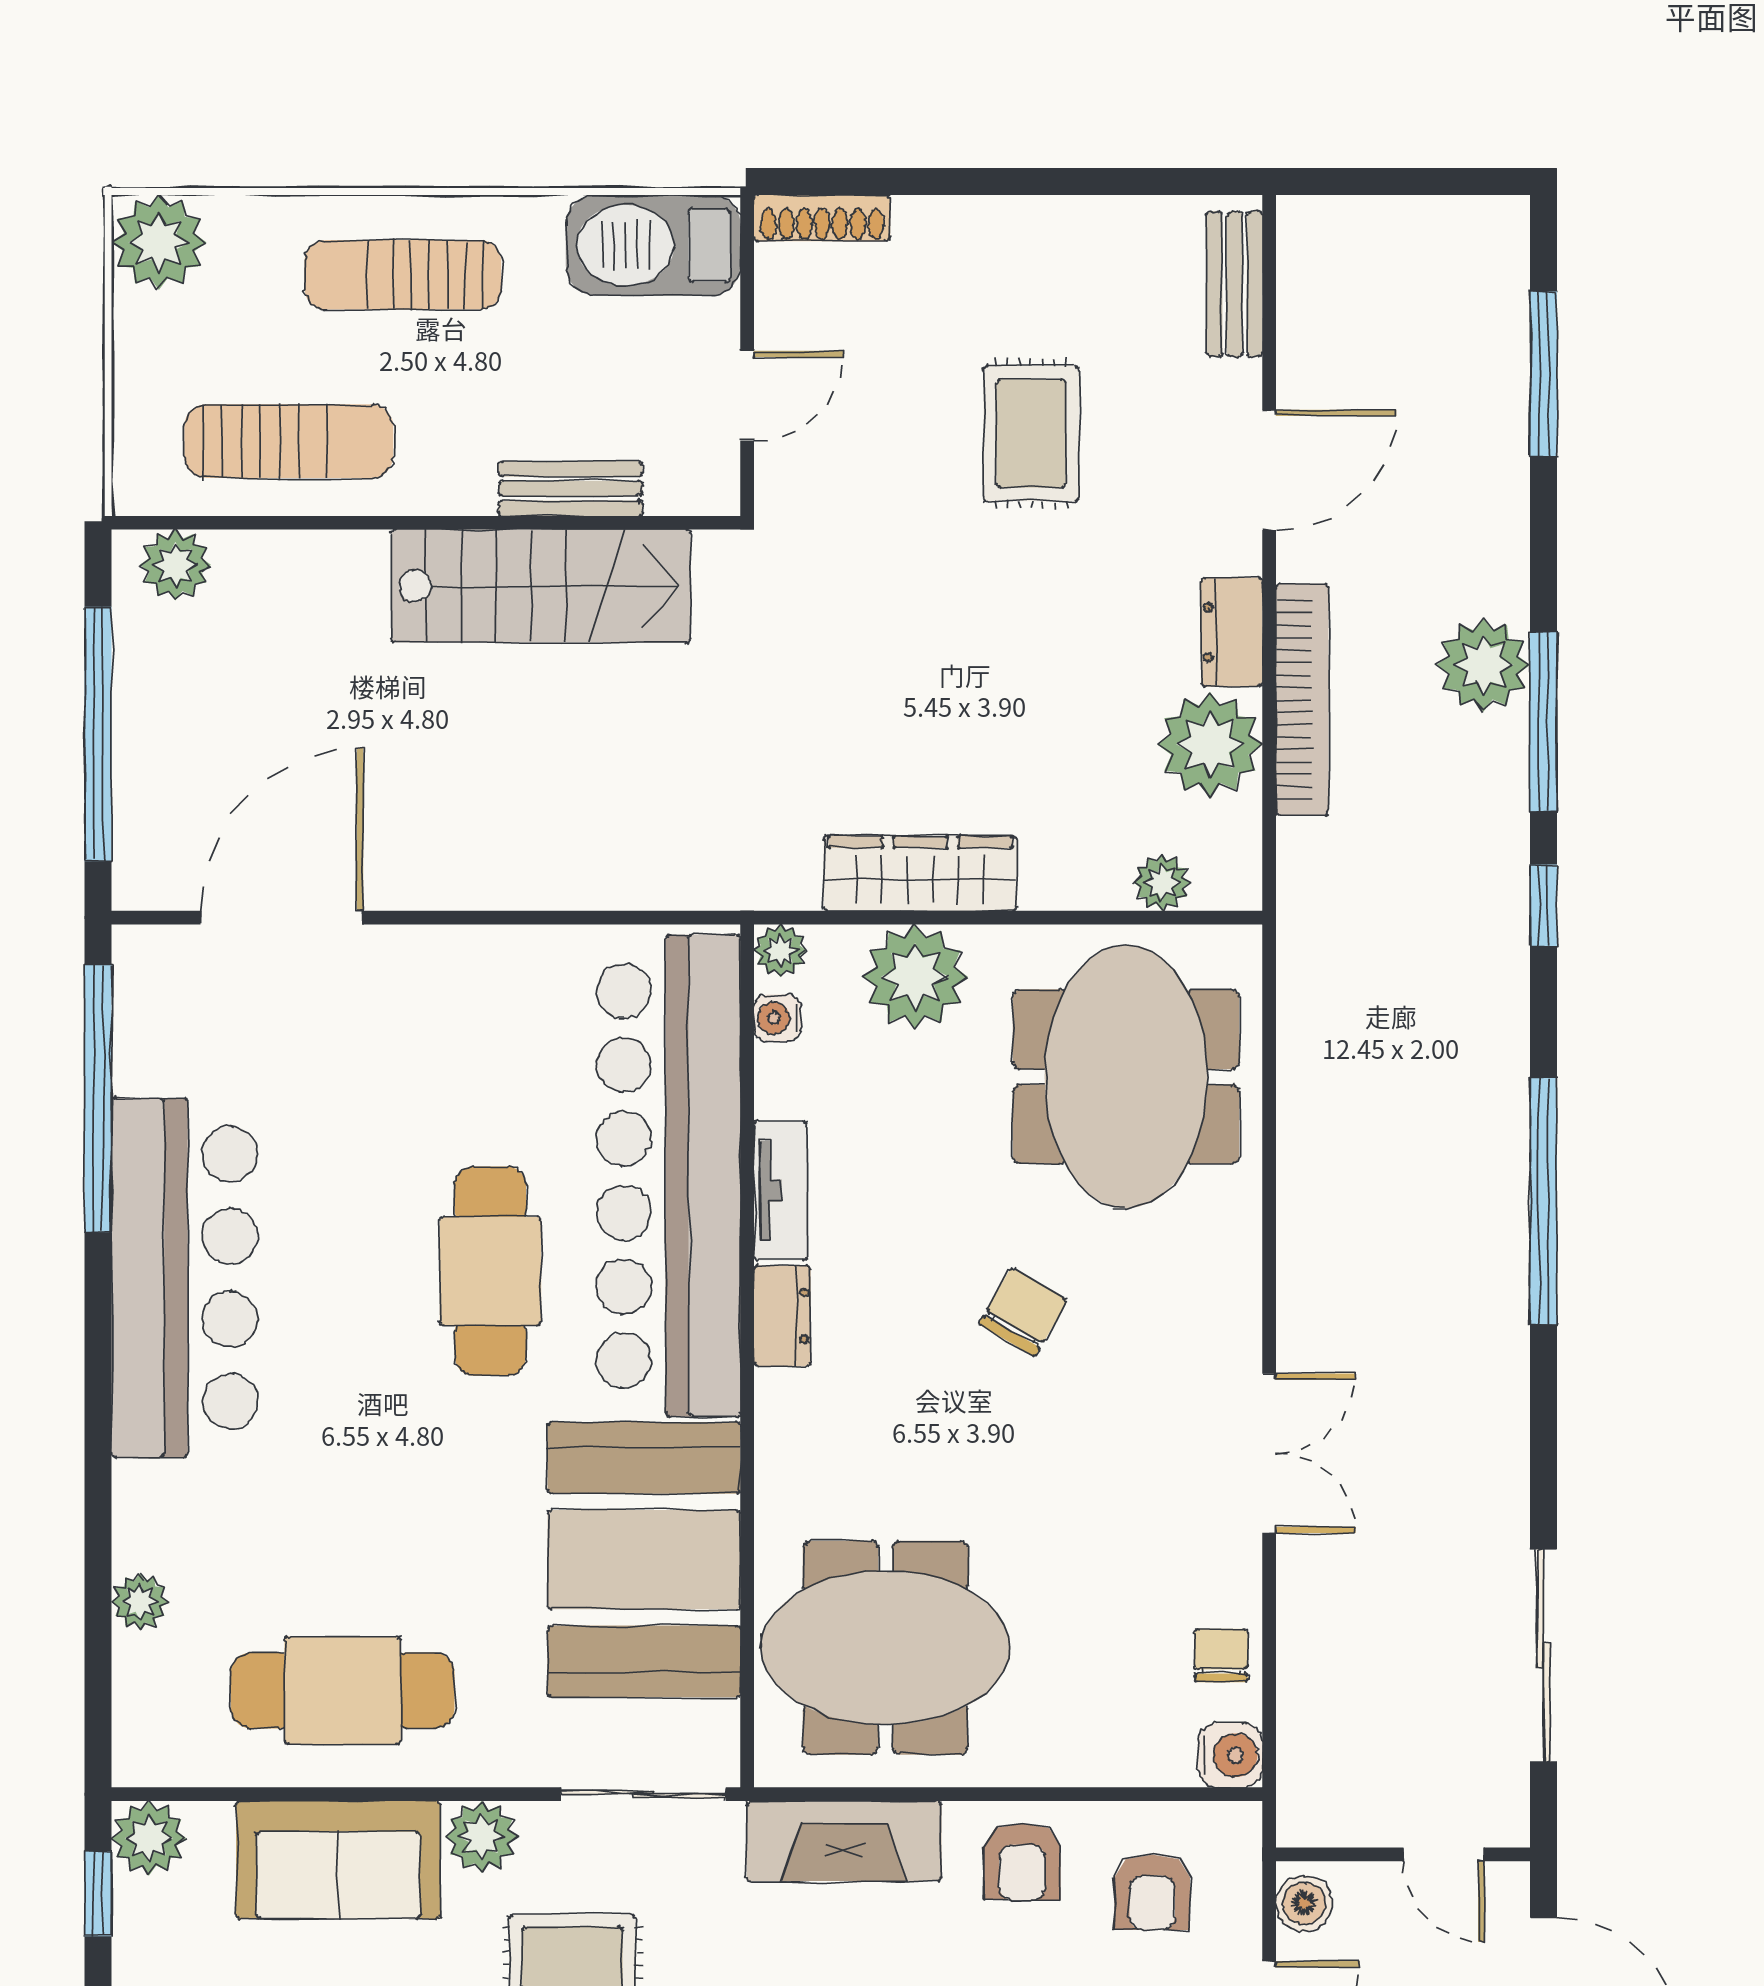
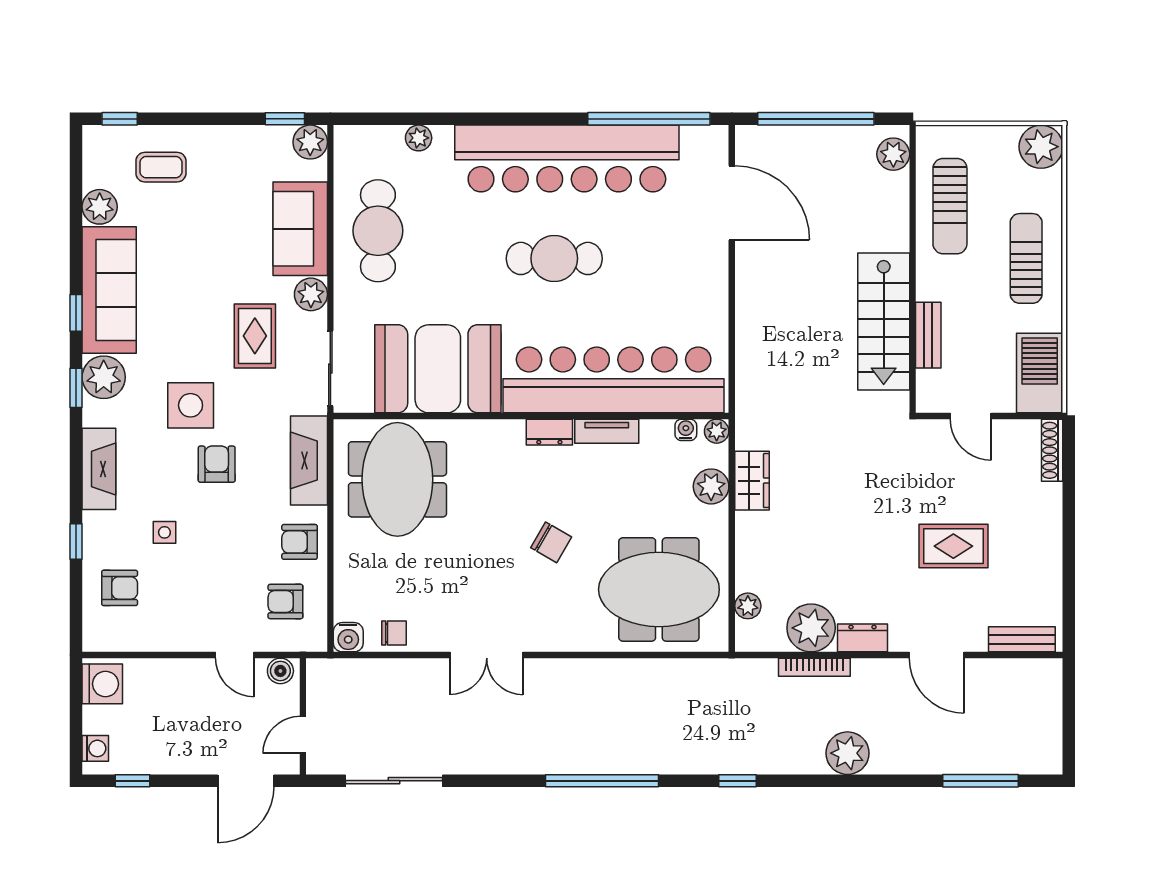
bookcase: (1302, 700) -> (814, 667), width x0.68, depth x0.76
window: (1544, 722) -> (821, 781), removed
wardrobe: (920, 873) -> (752, 481), width x0.67
plant: (915, 977) -> (711, 486), width x0.73, depth x0.73
cafe table: (490, 1271) -> (554, 258), moved
bar counter: (185, 1278) -> (567, 158), width x1.36

